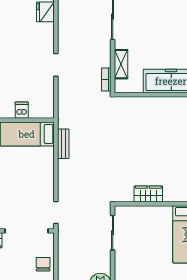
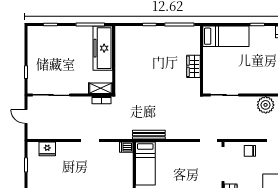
shelving: (121, 64) -> (101, 88), moved
dishwasher: (22, 110) -> (126, 147), moved
bench: (63, 144) -> (149, 135), width x1.36

